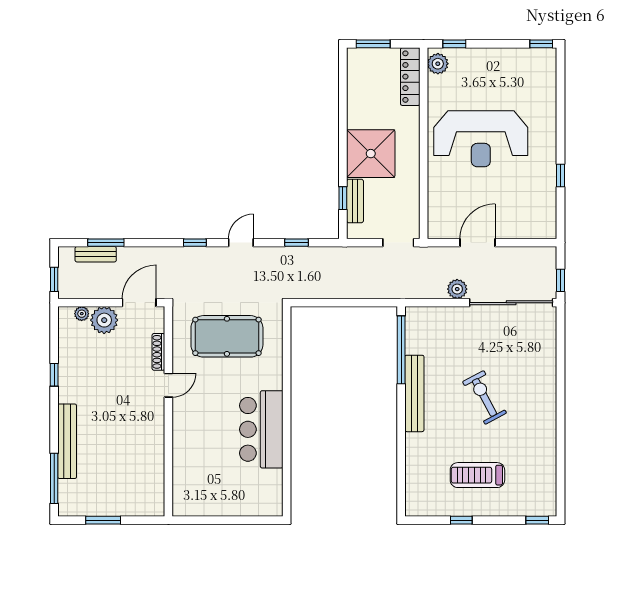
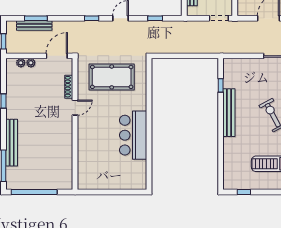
bench: (96, 254) -> (34, 26), width x1.36
plant: (457, 289) -> (256, 47), removed
plant: (104, 320) -> (31, 63), width x0.53, depth x0.53
window: (401, 350) -> (221, 85), width x0.32
window: (103, 520) -> (34, 192), width x2.11
window: (461, 520) -> (244, 192), moved

